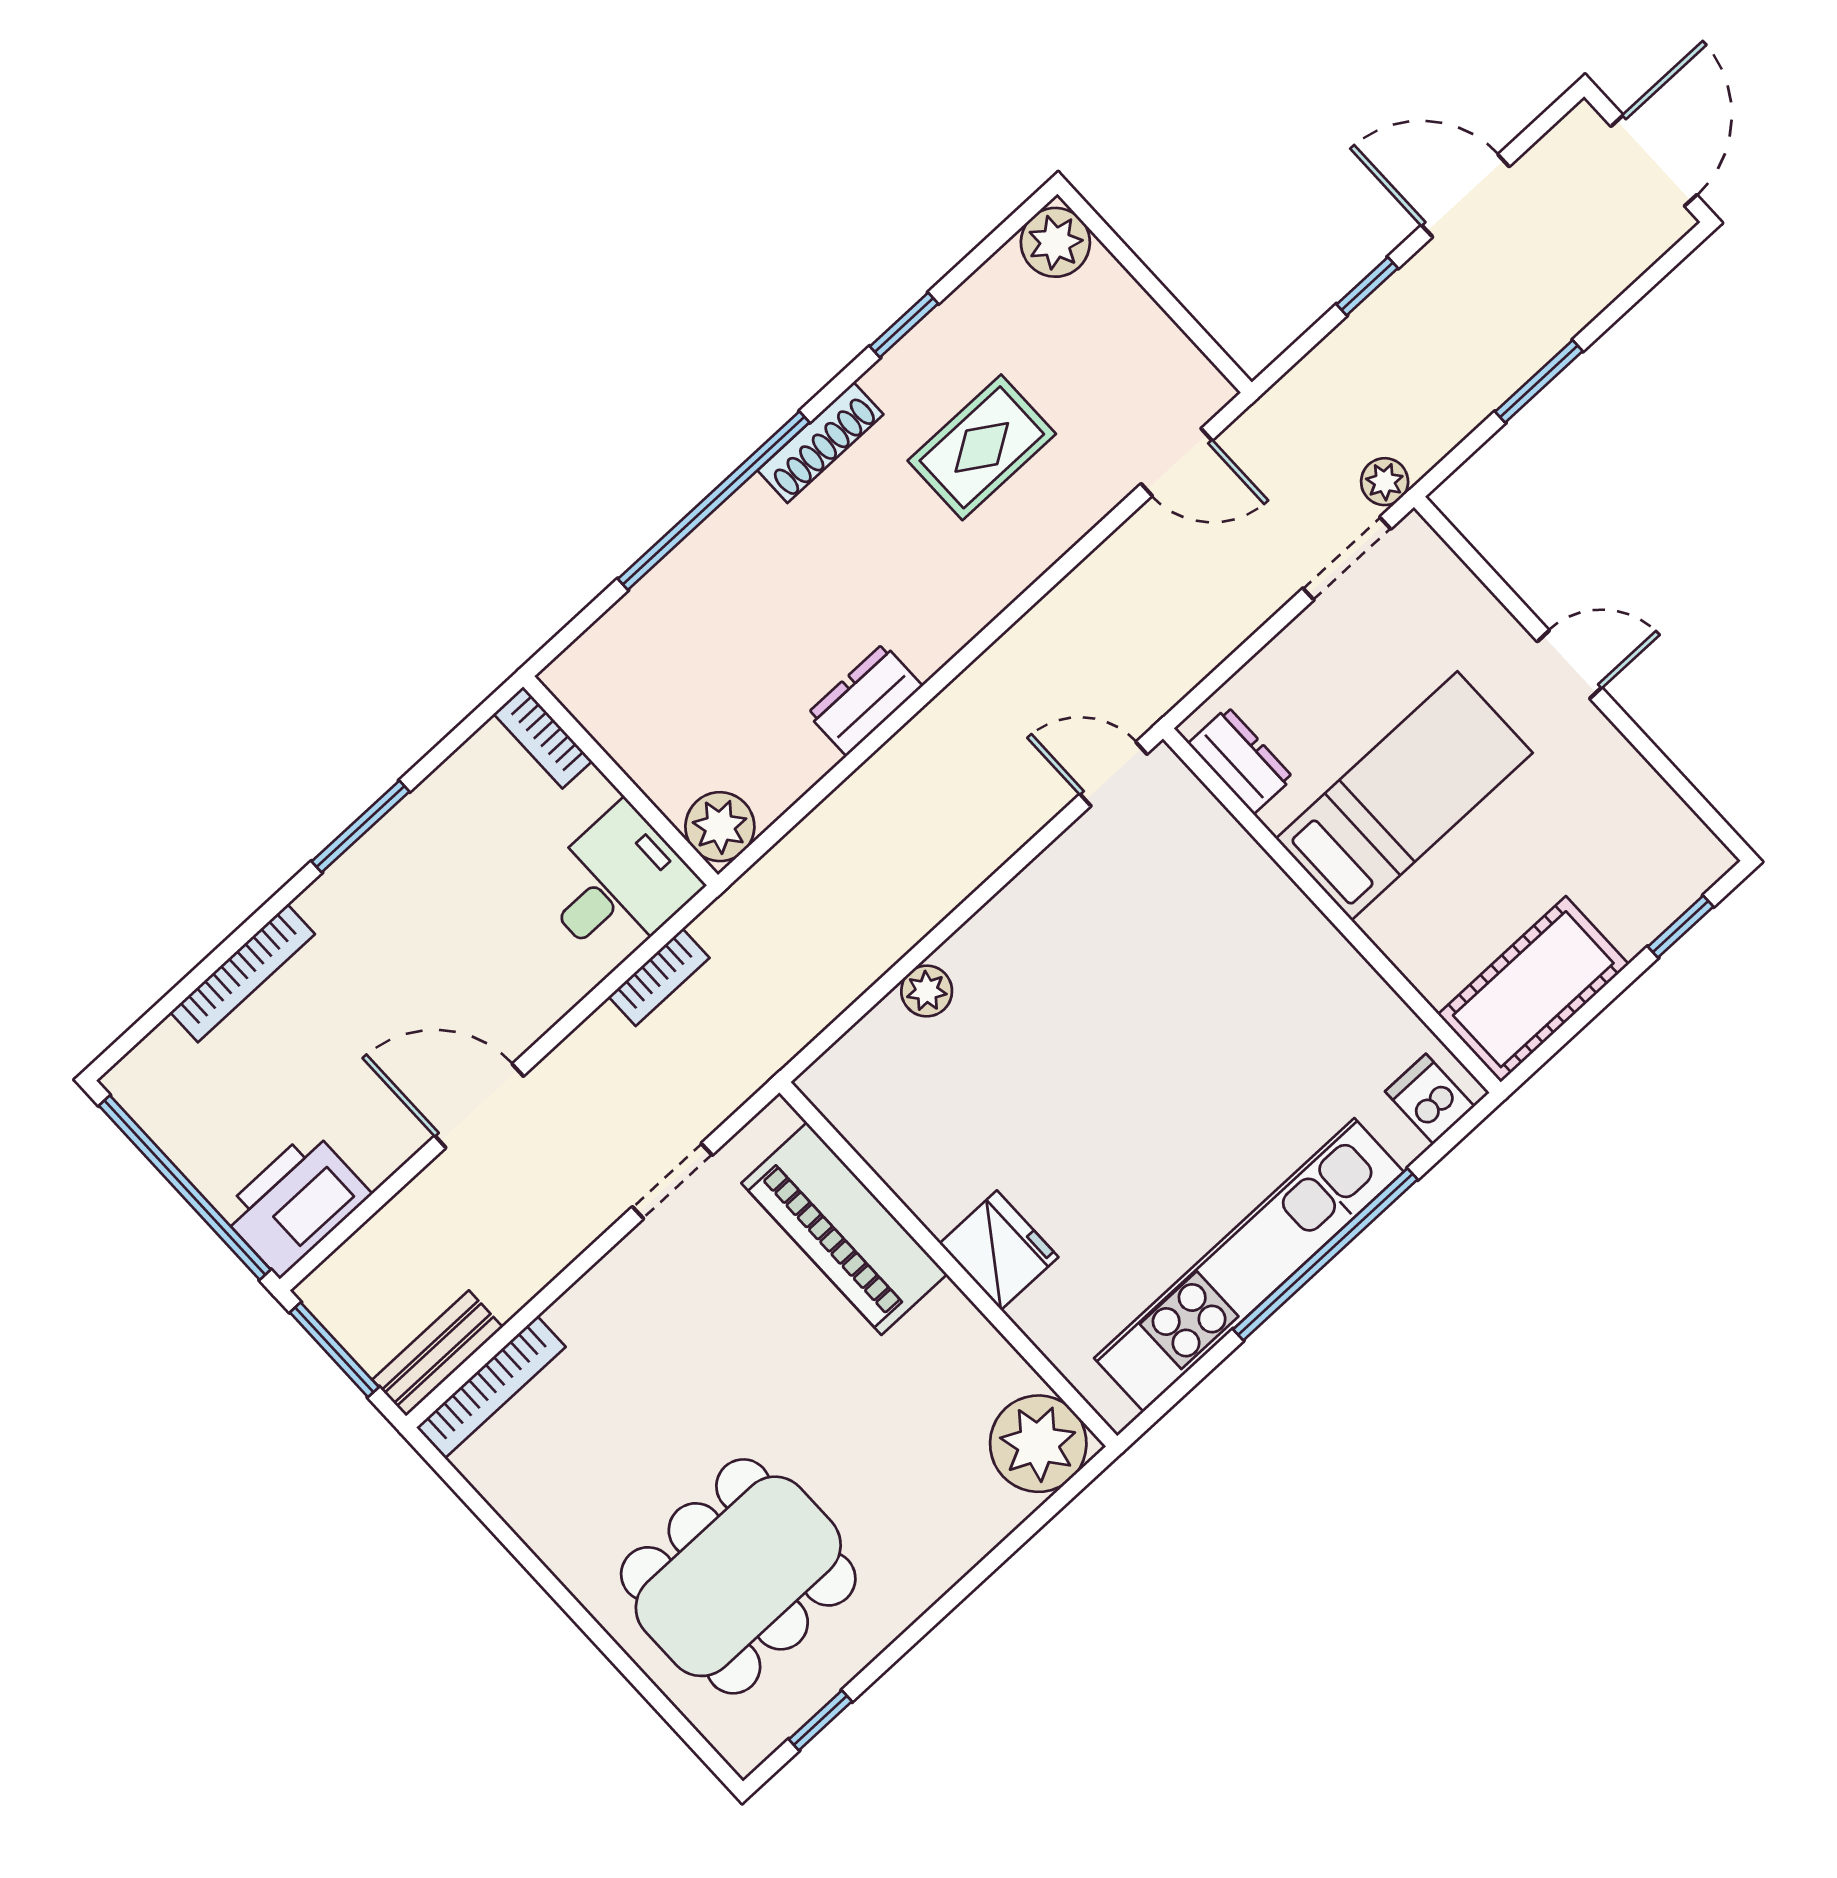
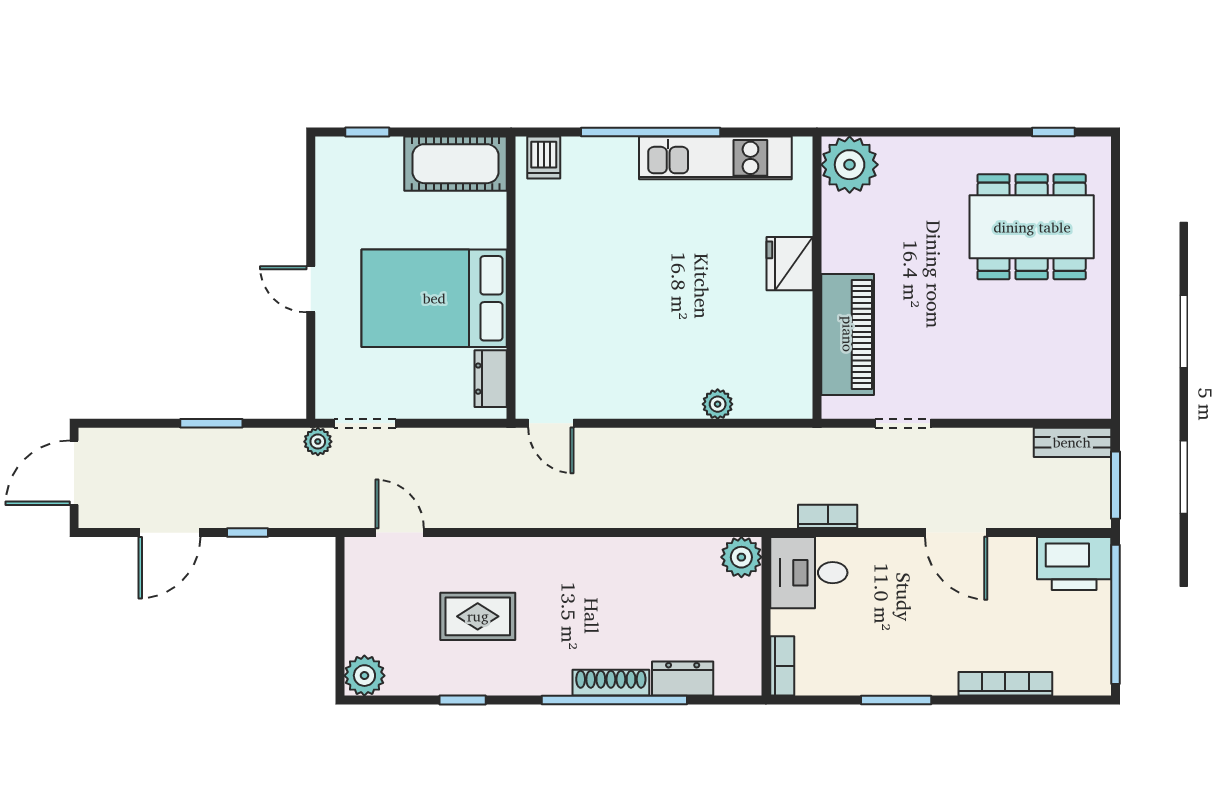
door: (1465, 196) -> (169, 533), hinge flipped
shoe rack: (820, 442) -> (611, 683), moved
dresser: (865, 700) -> (683, 679), moved, turned 180
bed: (1404, 796) -> (434, 298), width x1.50
kitchen unit: (1249, 1265) -> (715, 158), width x0.73
bookcase: (491, 1387) -> (1063, 407), removed

